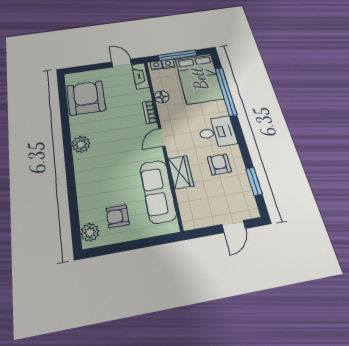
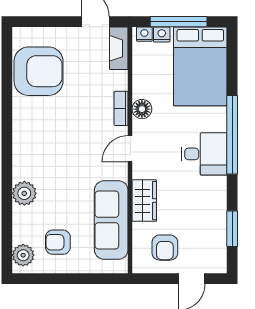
window: (226, 91) -> (232, 135), moved
floor lamp: (162, 97) -> (142, 109), moved
armchair: (86, 98) -> (39, 71), turned 90
plant: (81, 145) -> (24, 193), moved
armchair: (219, 164) -> (165, 248), moved, turned 180

